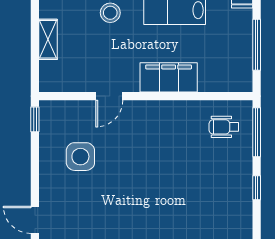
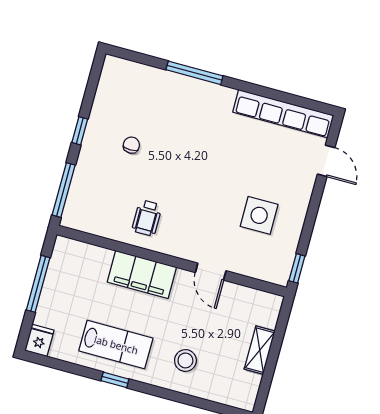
door: (109, 96) -> (211, 272), swing flipped
wheelchair: (224, 127) -> (147, 218), moved, turned 90
chair: (208, 188) -> (131, 145), added

